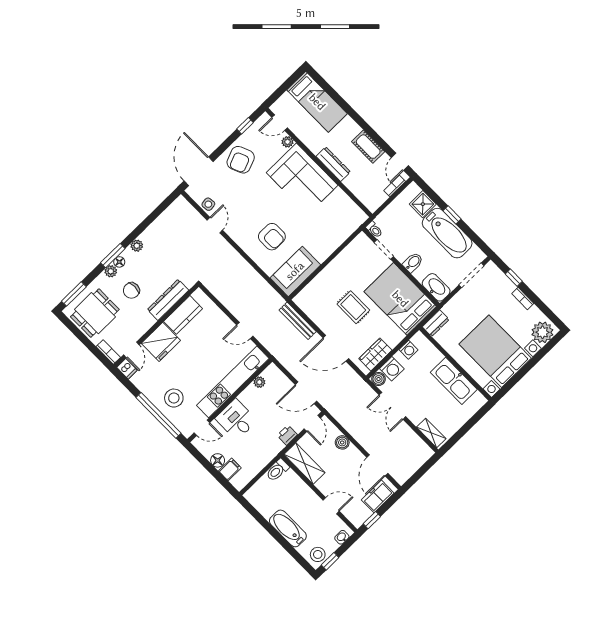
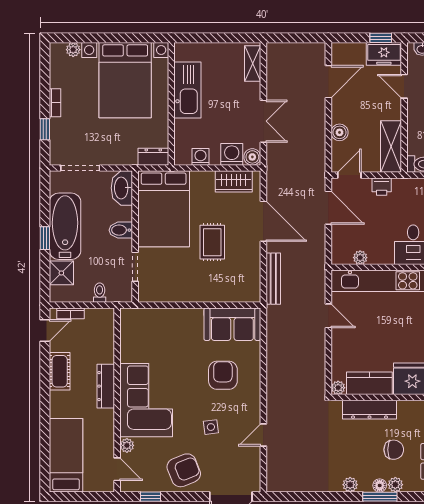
side table: (208, 204) -> (211, 427), moved
toilet: (374, 230) -> (100, 293), moved
plant: (198, 295) -> (338, 388), added
plant: (542, 332) -> (73, 50), width x0.53, depth x0.53
freezer: (378, 496) -> (384, 54), moved

